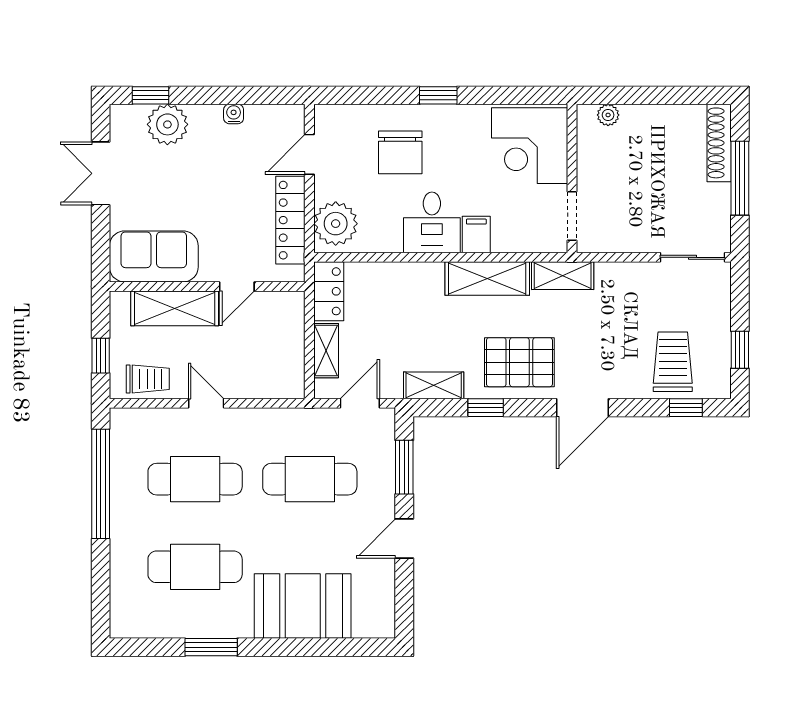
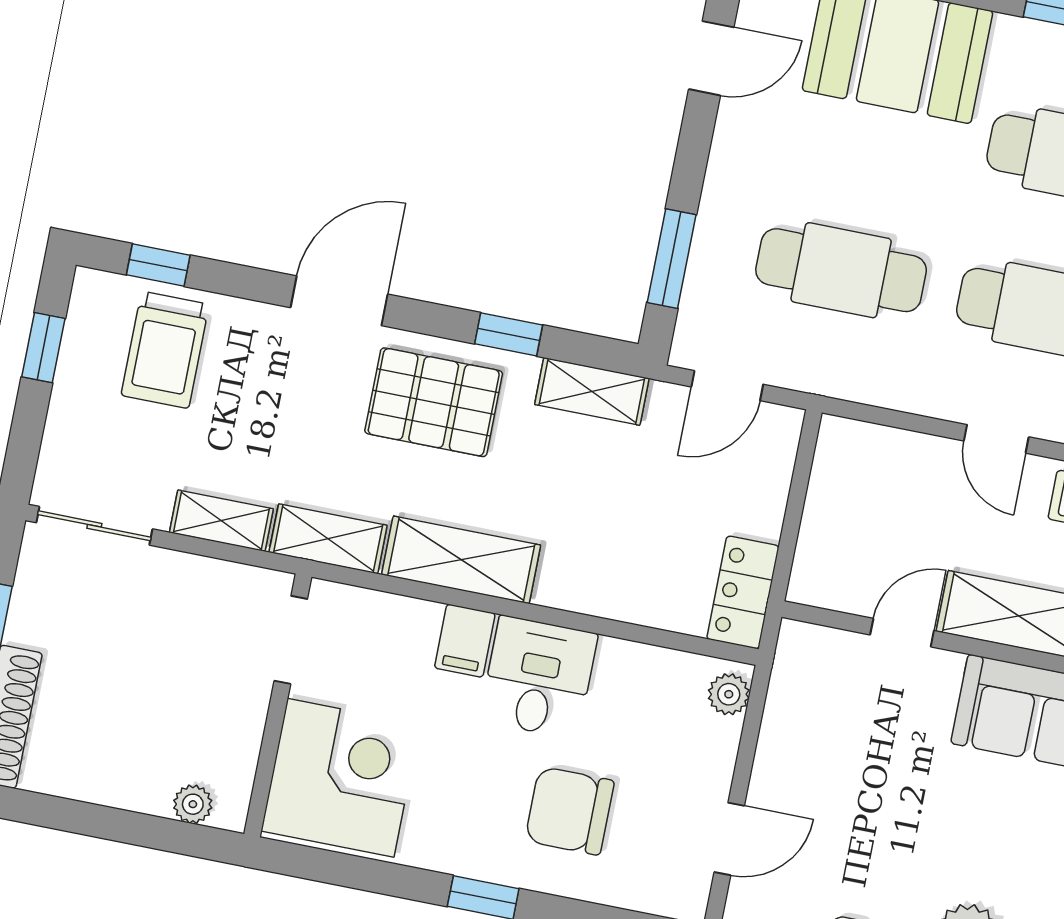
chair: (400, 152) -> (570, 811), turned -90
locker: (290, 220) -> (785, 730), removed
plant: (336, 224) -> (729, 694), width x0.53, depth x0.53
shelving: (326, 351) -> (221, 521), moved, turned 90
door: (404, 539) -> (711, 58), moved

